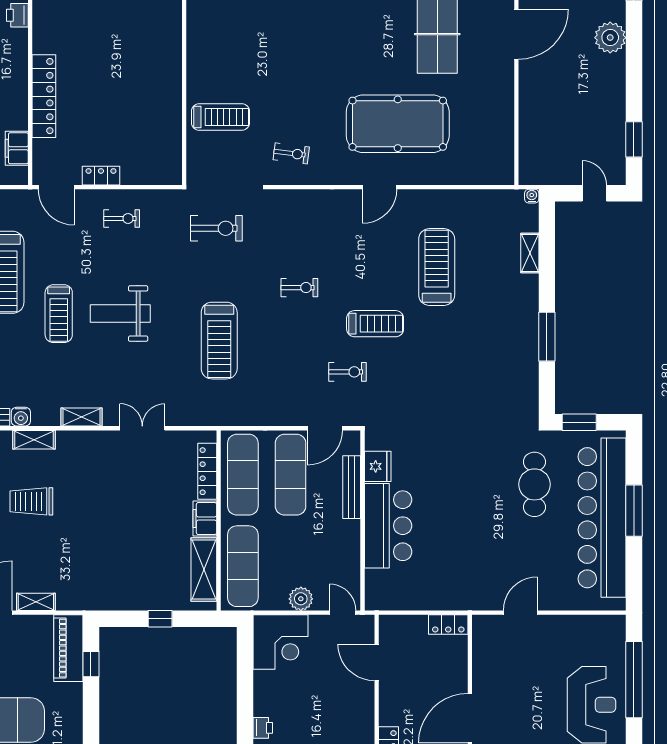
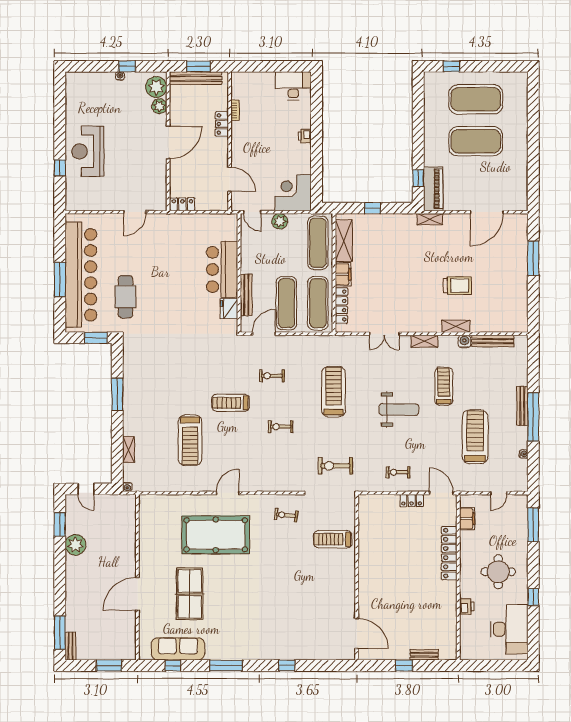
plant: (610, 38) -> (75, 545), moved
treadmill: (59, 314) -> (444, 386), moved
exercise bike: (348, 372) -> (272, 376), moved
shelving: (36, 602) -> (430, 219), moved
window: (634, 680) -> (60, 168), width x0.32

